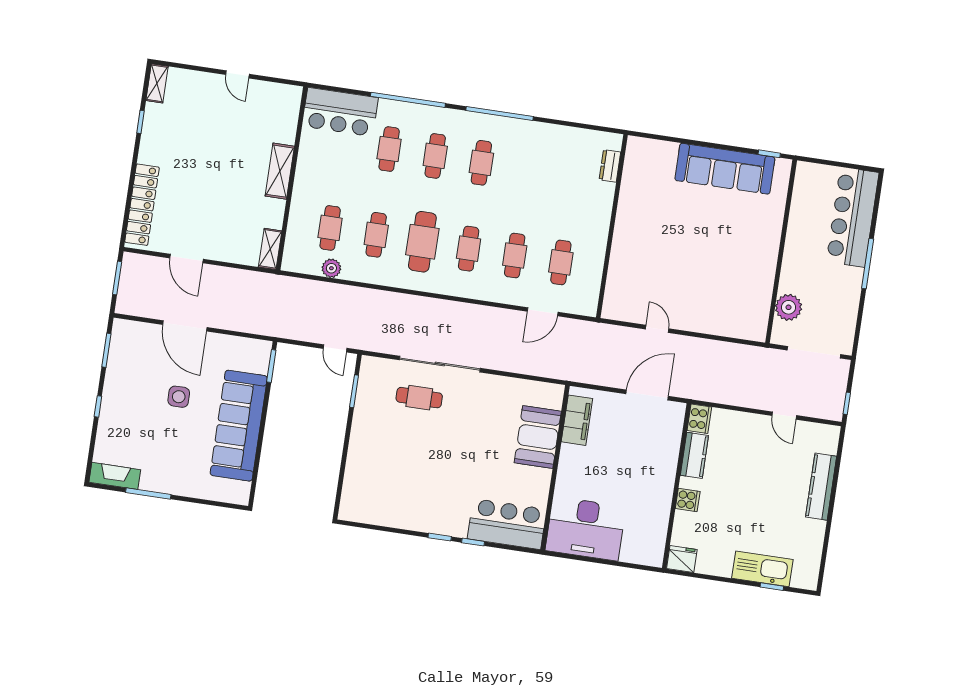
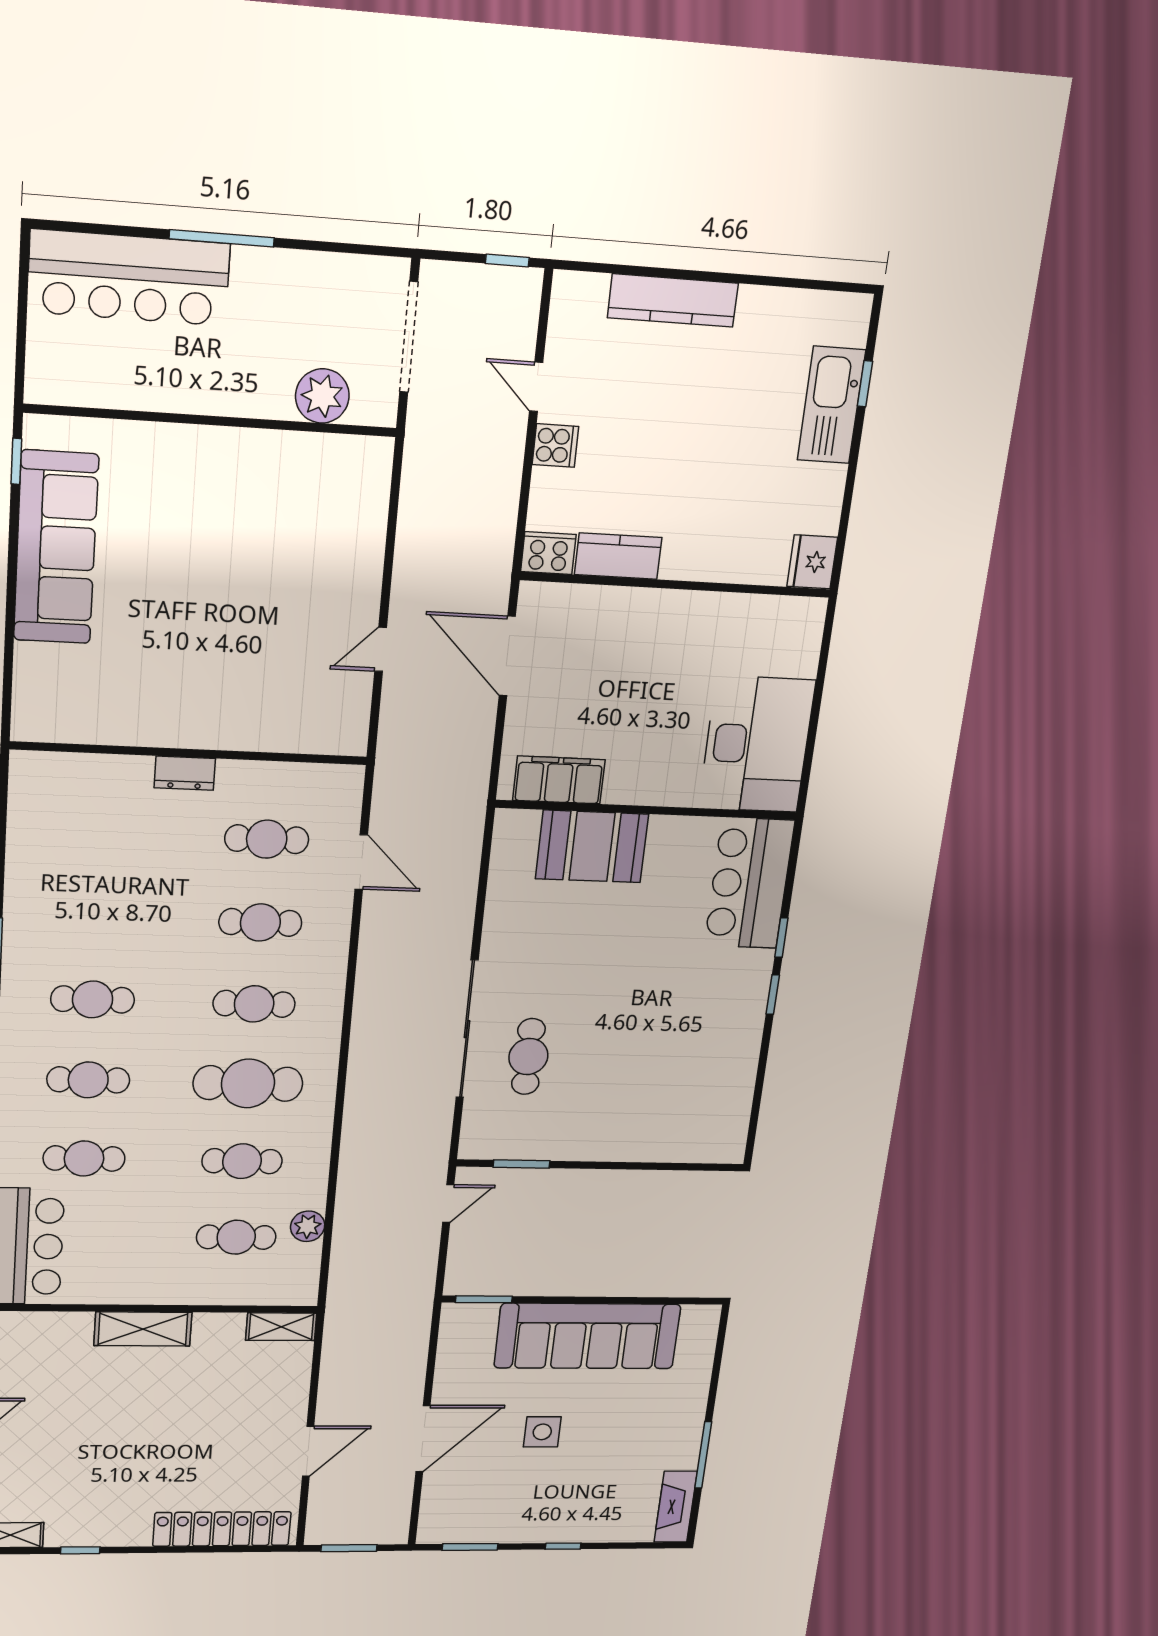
dresser: (610, 166) -> (185, 773), moved
door: (784, 416) -> (536, 387), swing flipped
cooker: (688, 500) -> (555, 445), moved, turned 90

